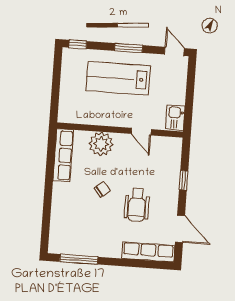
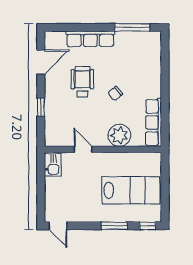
window: (129, 48) -> (114, 226), moved
lab bench: (118, 78) -> (131, 190), moved
door: (180, 229) -> (41, 62), swing flipped
row of seats: (148, 252) -> (90, 39), moved

